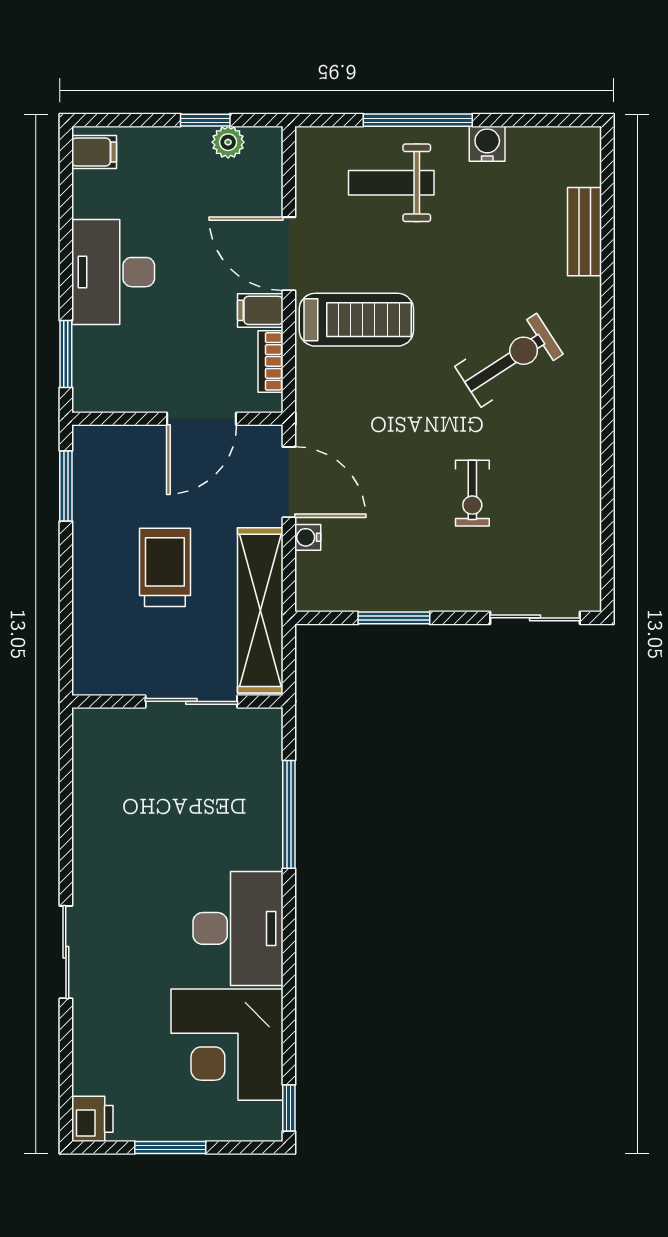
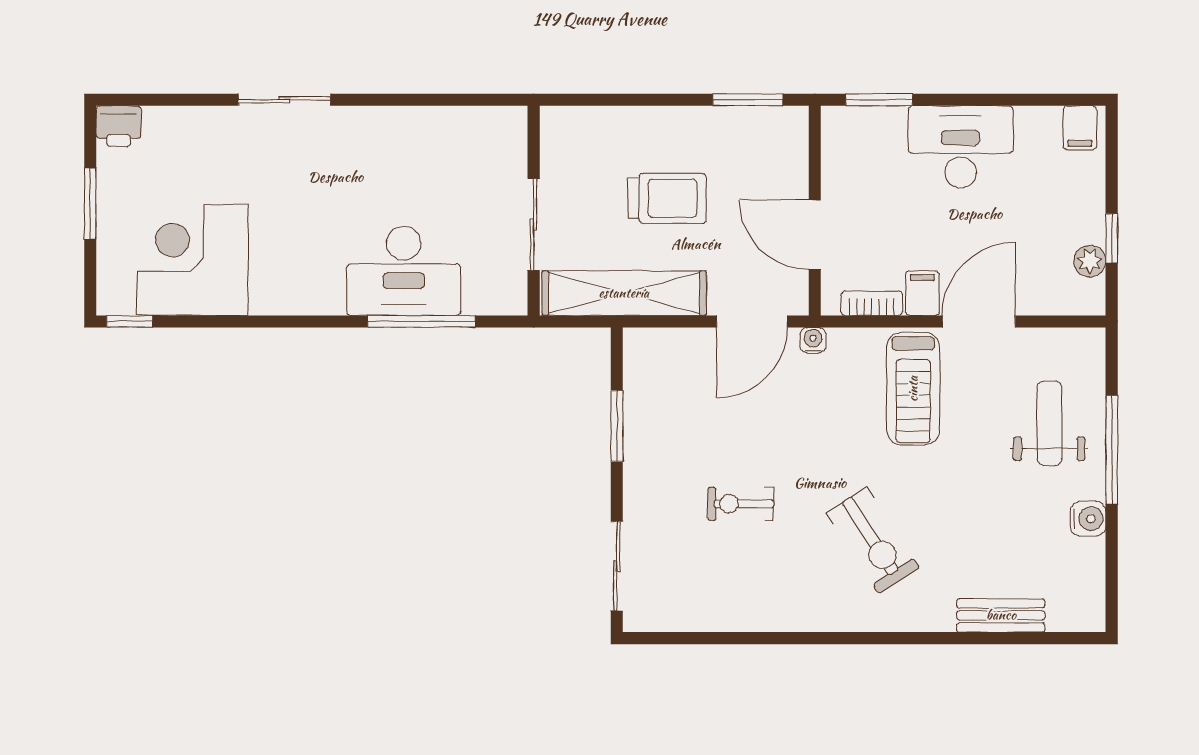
water cooler: (308, 537) -> (813, 340), moved
desk: (238, 928) -> (404, 271), moved

